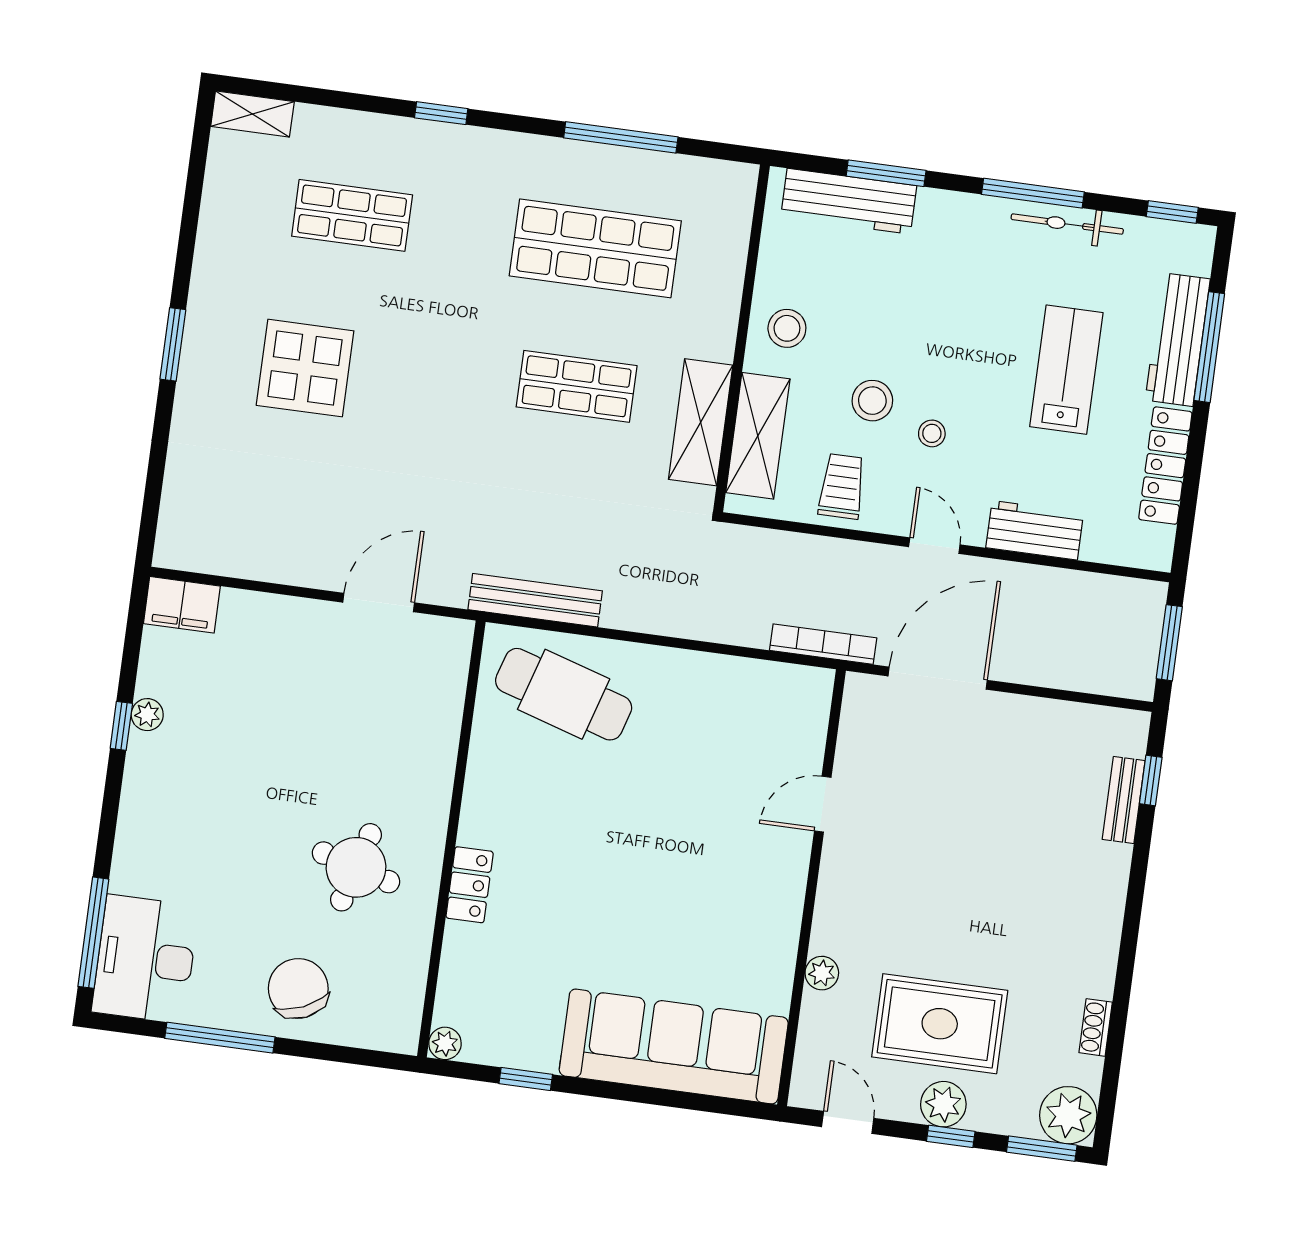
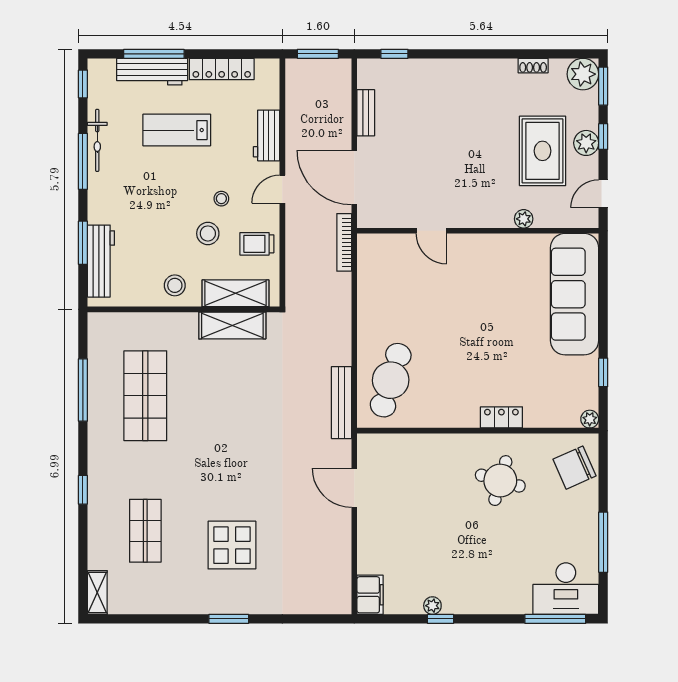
shop shelf: (577, 386) -> (222, 396), removed
bench: (1124, 800) -> (366, 113), moved, turned 90
chair: (298, 988) -> (574, 468), moved

